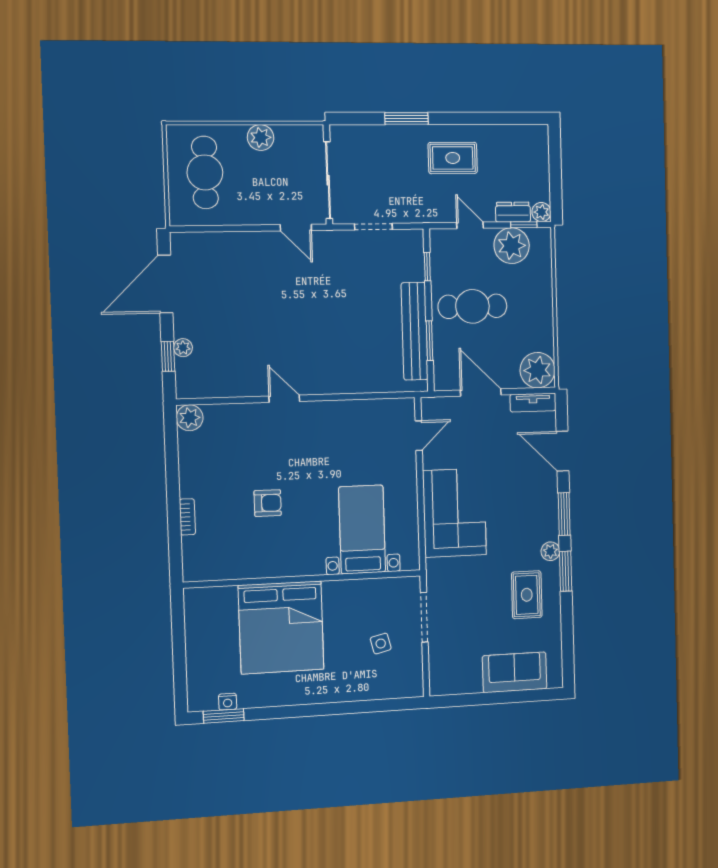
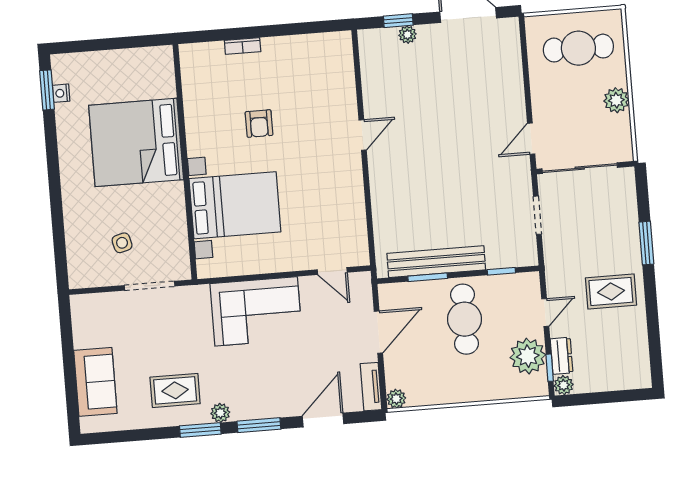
rug: (453, 158) -> (611, 291), turned 90
plant: (538, 370) -> (396, 399), width x0.53, depth x0.53
plant: (190, 418) -> (340, 44), removed
bed with nightstands: (362, 529) -> (235, 205), width x1.36

